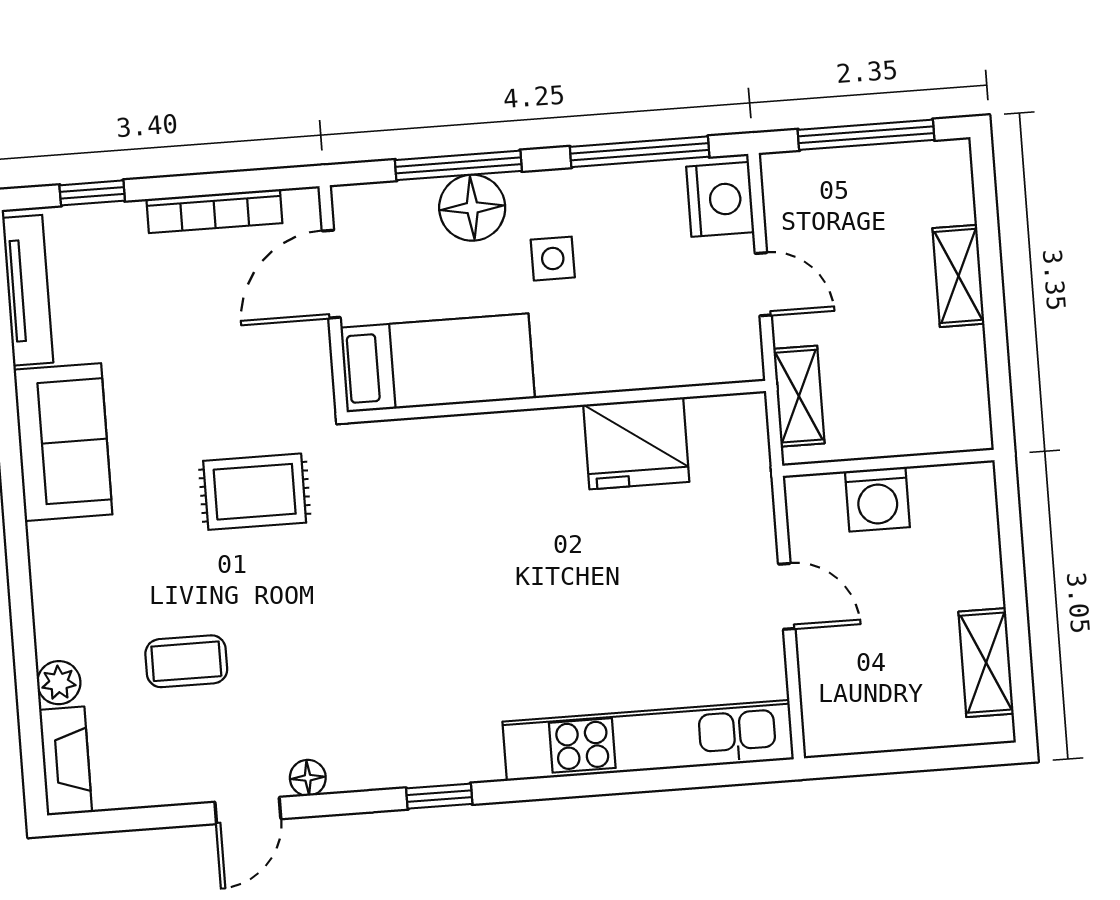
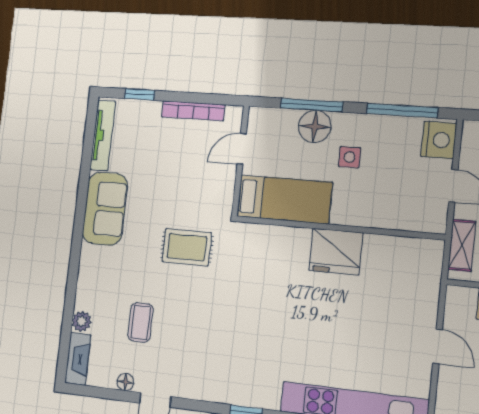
door: (331, 274) -> (242, 149), width x0.73
fridge: (636, 443) -> (336, 252), moved
coffee table: (186, 661) -> (141, 322), turned 90
floor lamp: (308, 778) -> (125, 382), moved

